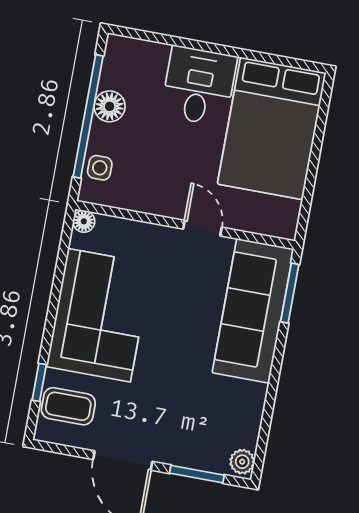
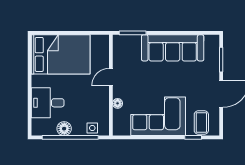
desk: (199, 86) -> (48, 103), moved
floor lamp: (84, 221) -> (118, 103), moved
sofa: (253, 311) -> (173, 48), moved
plant: (242, 462) -> (212, 40), removed

